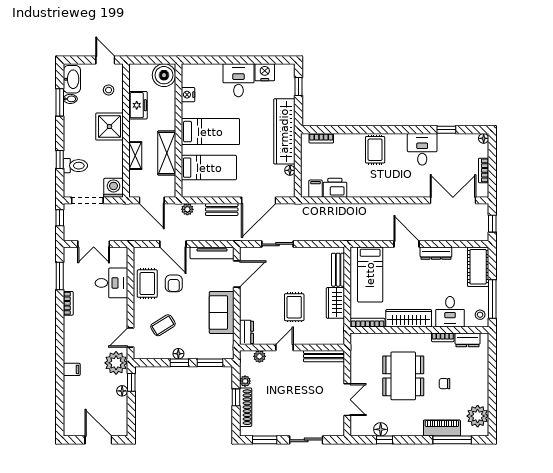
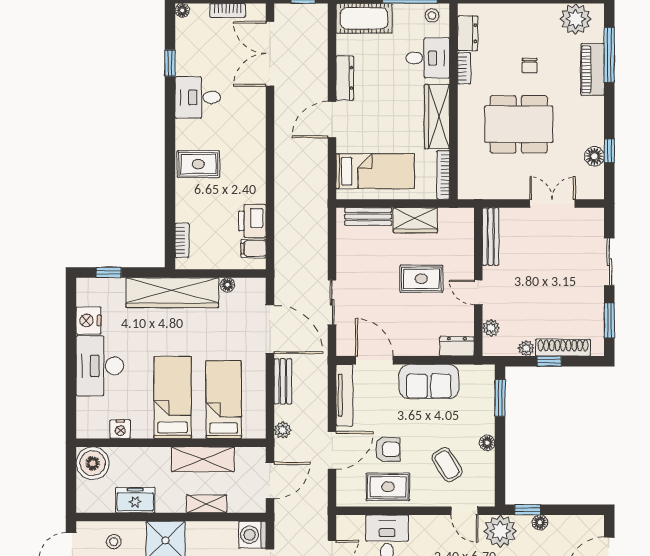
desk: (238, 80) -> (100, 366), width x1.37
window: (179, 363) -> (500, 441), removed

